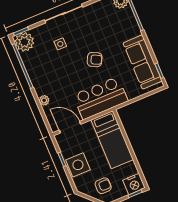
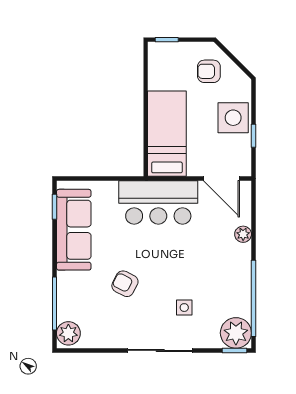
armchair: (95, 60) -> (125, 284), moved
nightstand: (134, 184) -> (162, 55), removed

